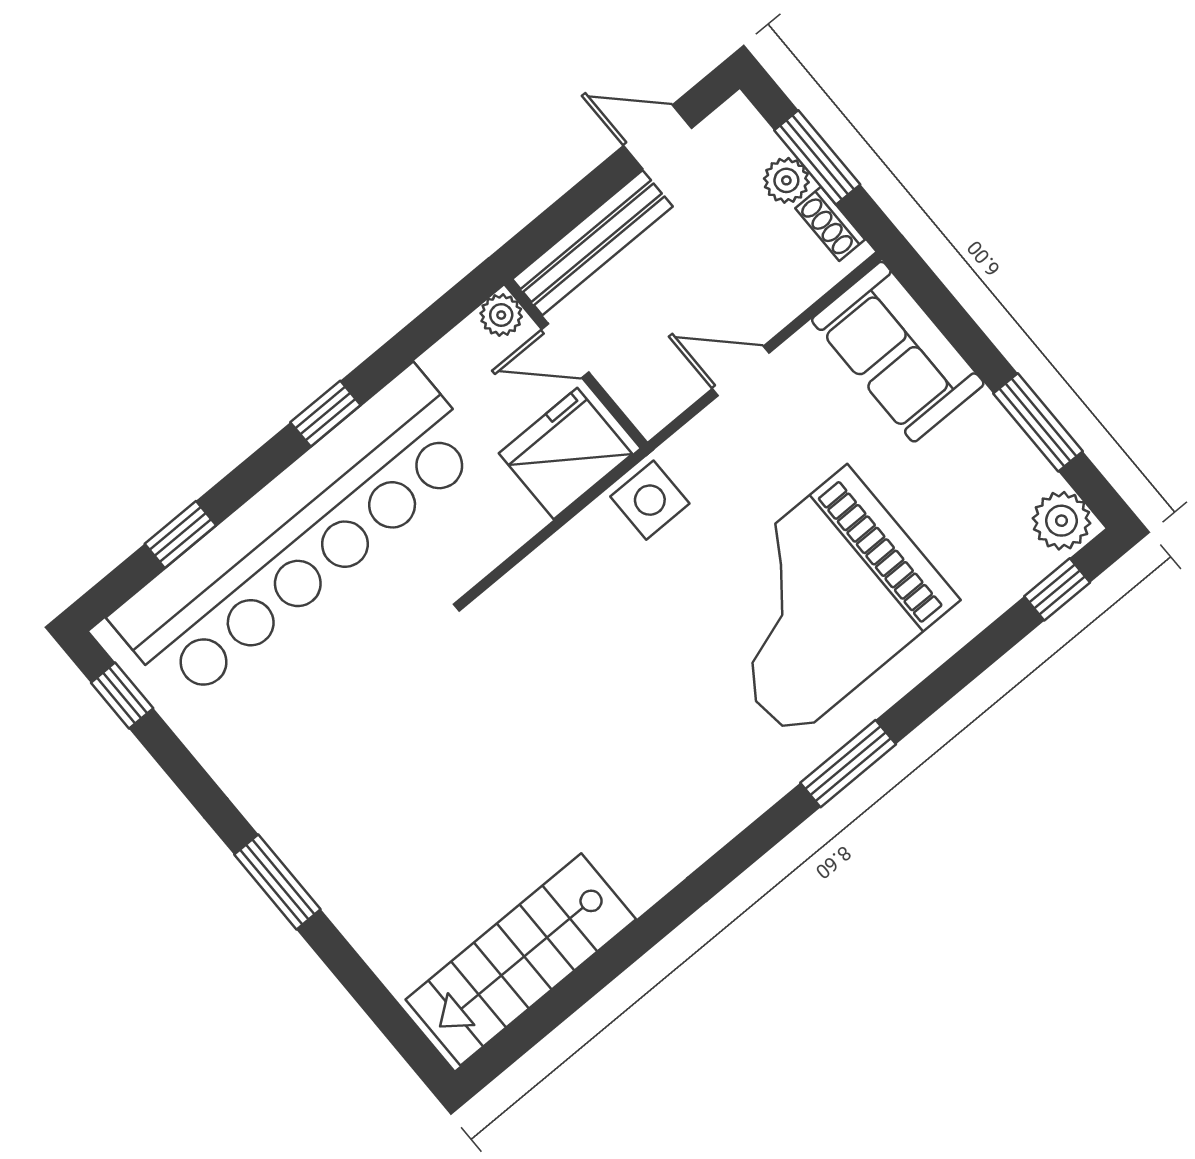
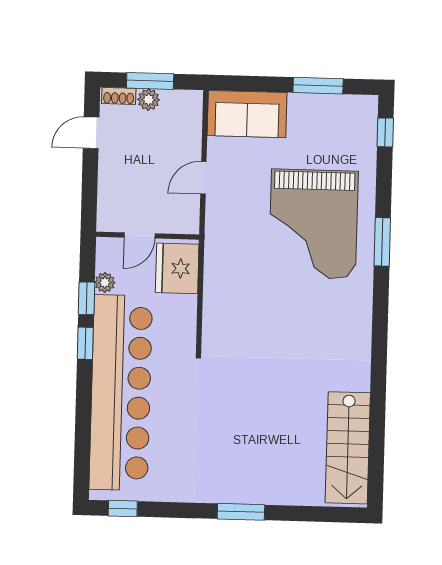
shoe rack: (830, 224) -> (119, 96), moved
bench: (592, 243) -> (109, 191), removed
plant: (501, 315) -> (105, 282), moved
side table: (650, 500) -> (221, 253), removed
plant: (1062, 521) -> (362, 109), removed
window: (180, 535) -> (86, 298), moved
window: (848, 764) -> (382, 242), moved

